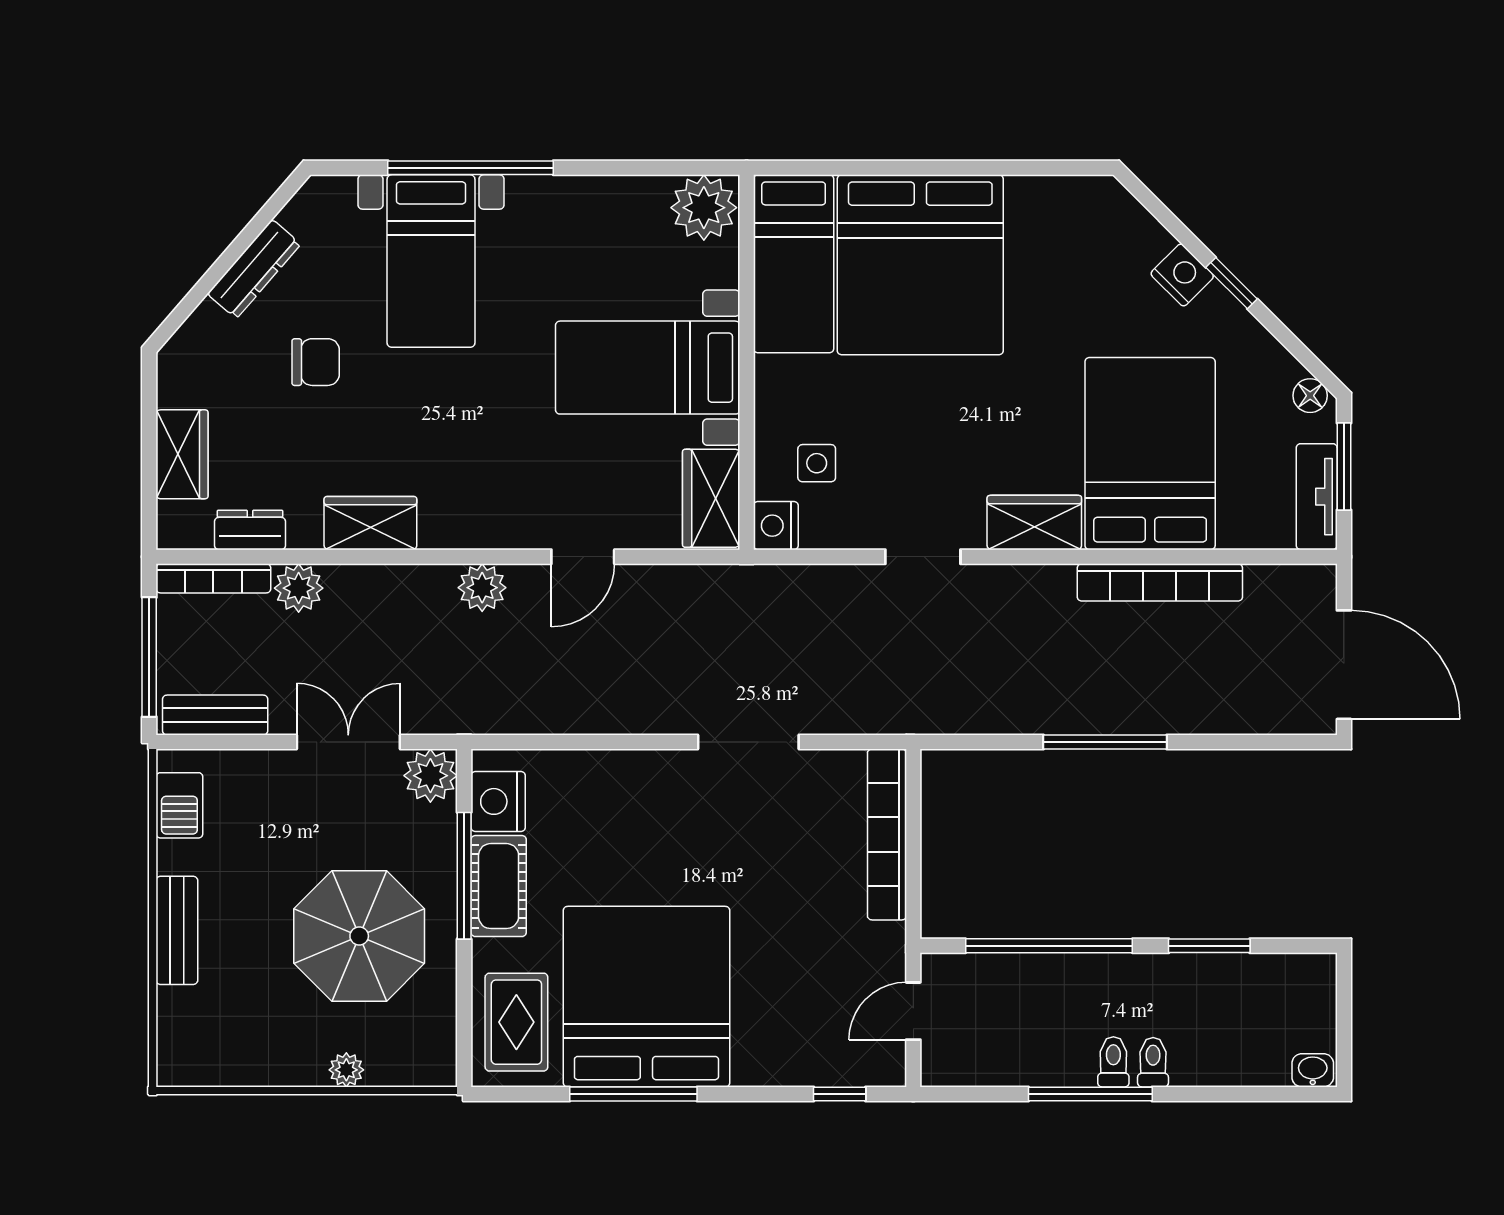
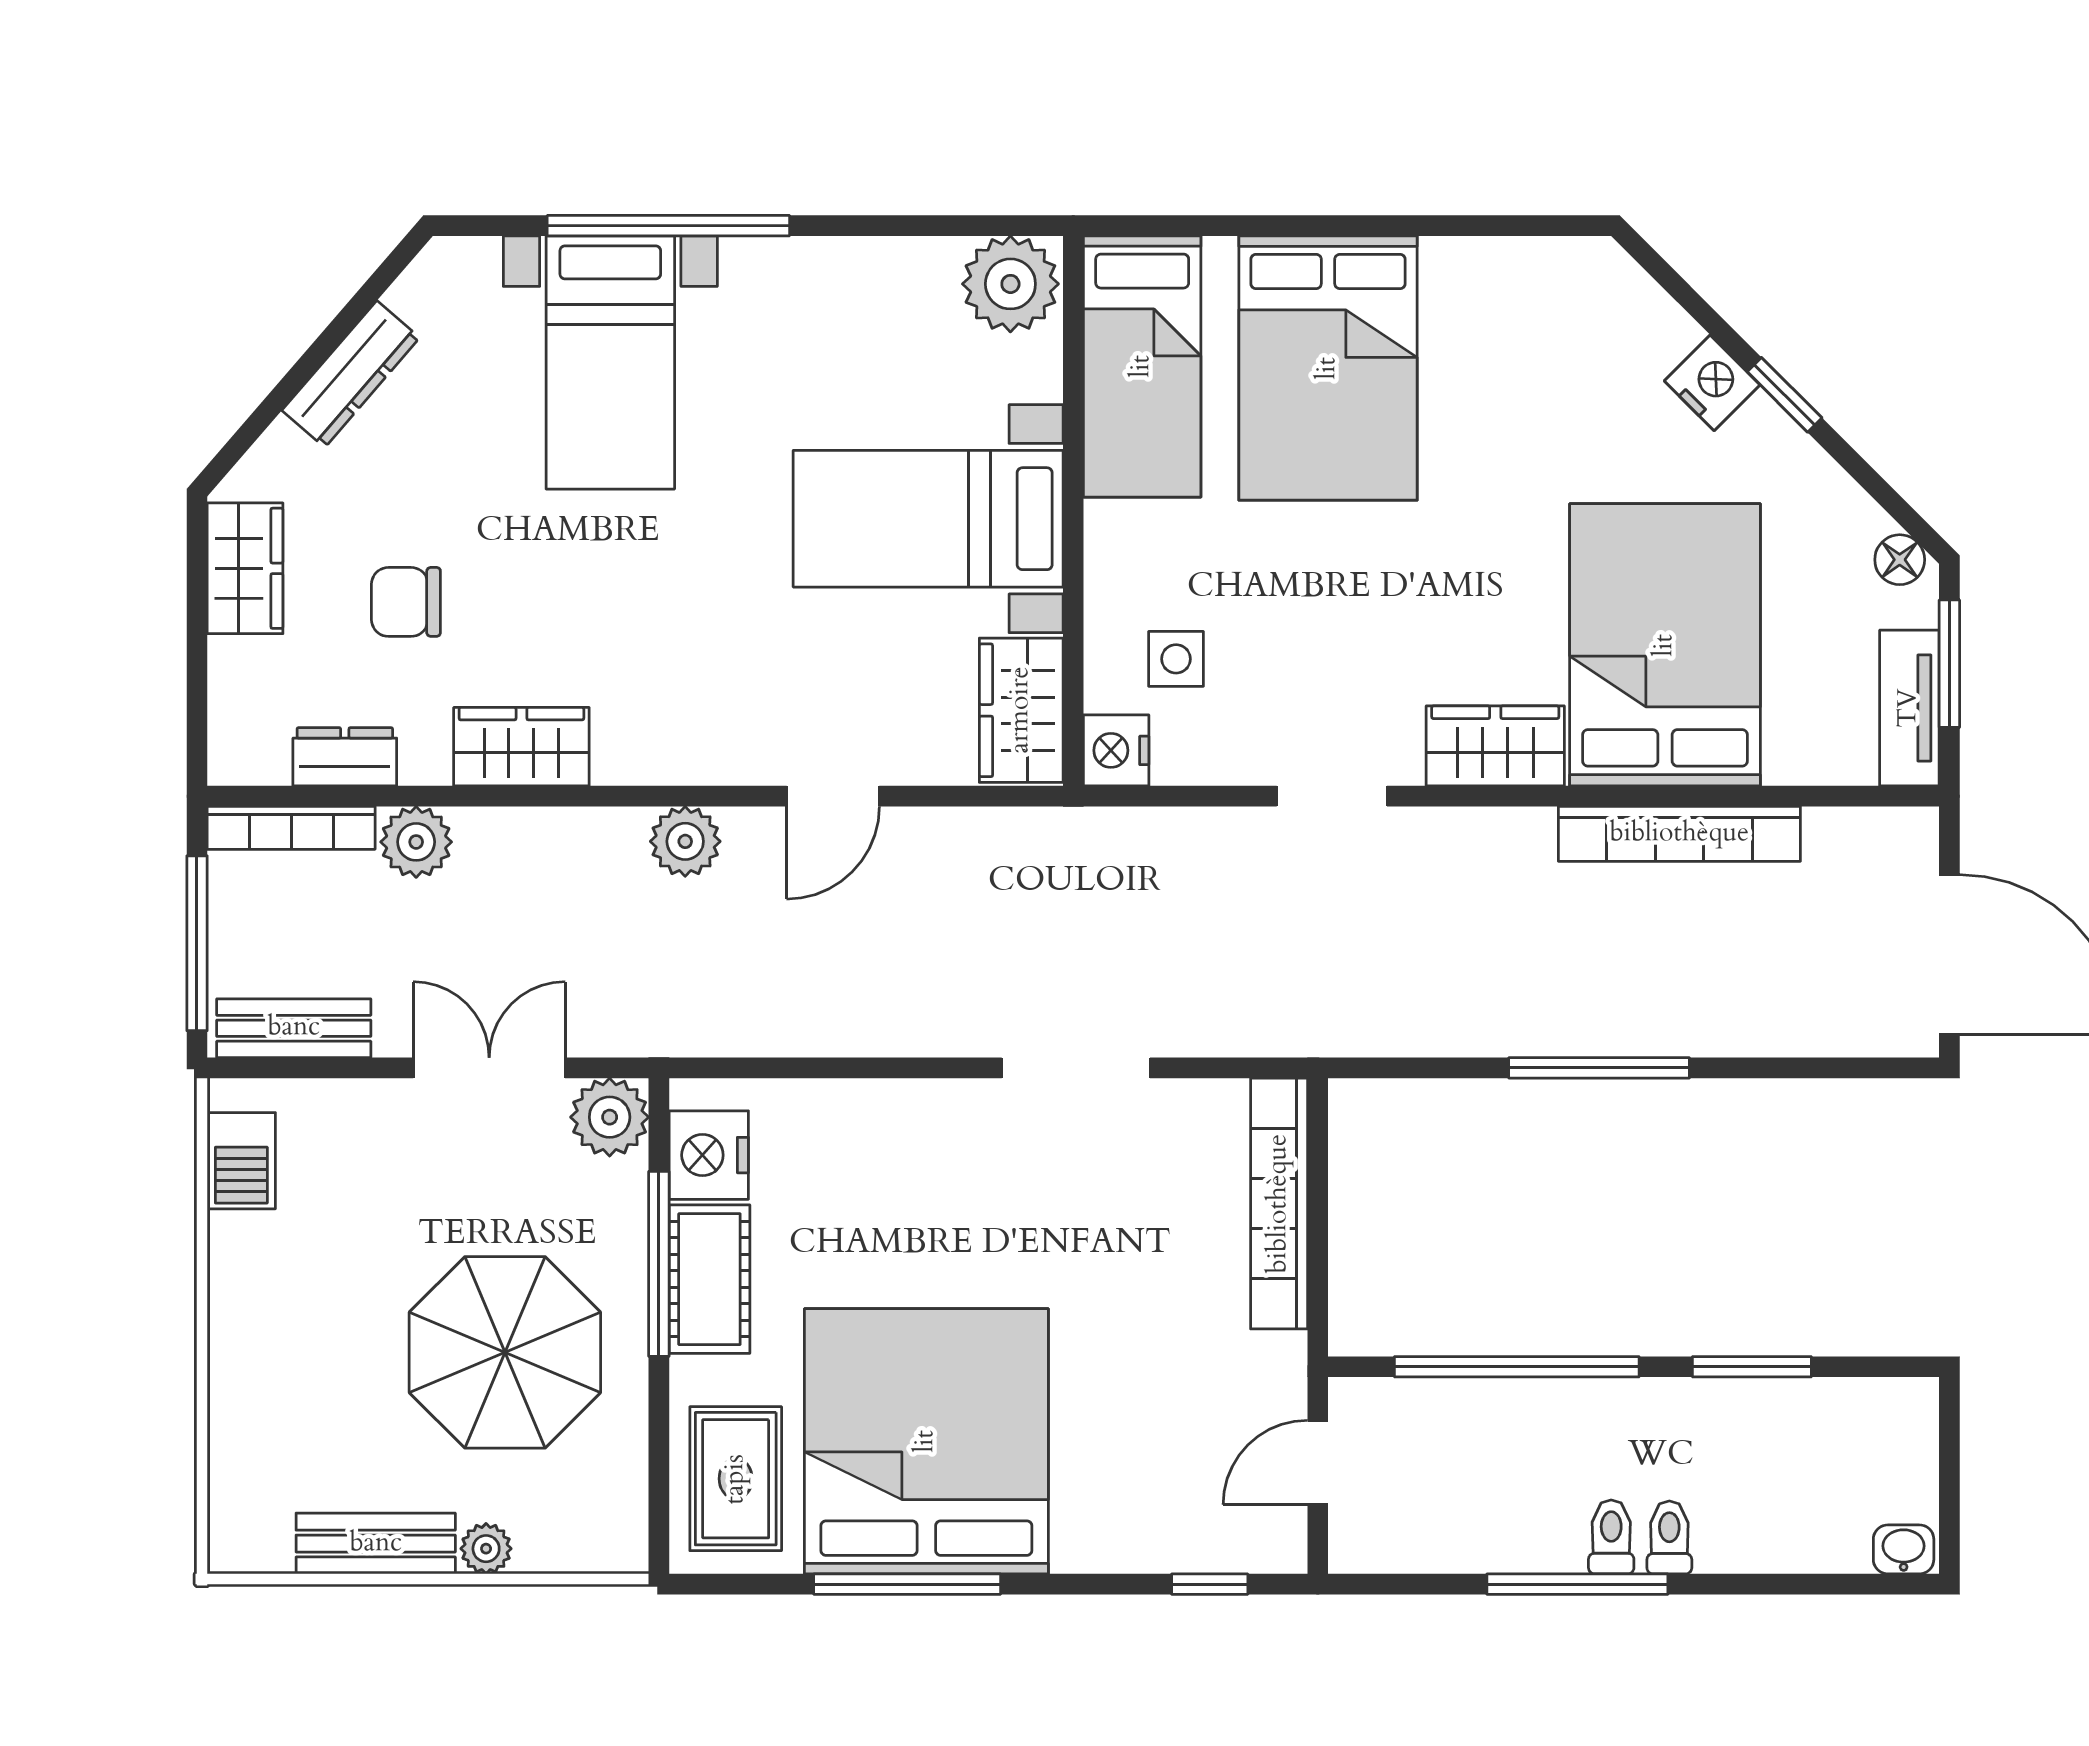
bed: (920, 265) -> (1328, 368), width x0.73
chair: (316, 362) -> (406, 602), moved, turned 180
wardrobe: (182, 454) -> (245, 568), moved
bench: (177, 930) -> (376, 1544), moved, turned 90

